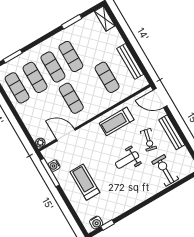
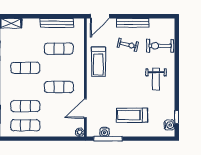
exercise mat: (53, 67) -> (25, 87), removed
weight bench: (127, 160) -> (156, 79), moved

